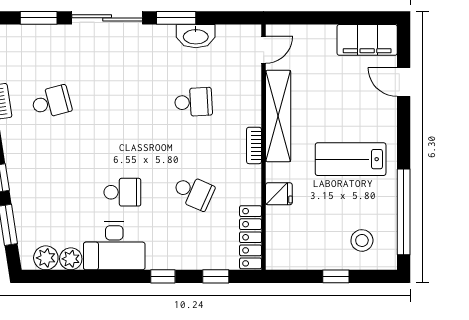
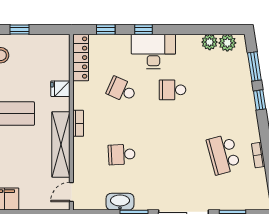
school desk: (51, 102) -> (223, 154), width x1.85
desk: (114, 246) -> (153, 51), moved

